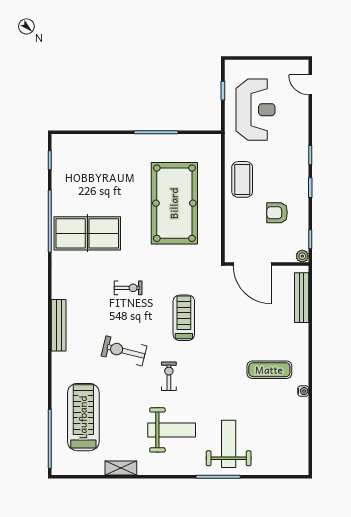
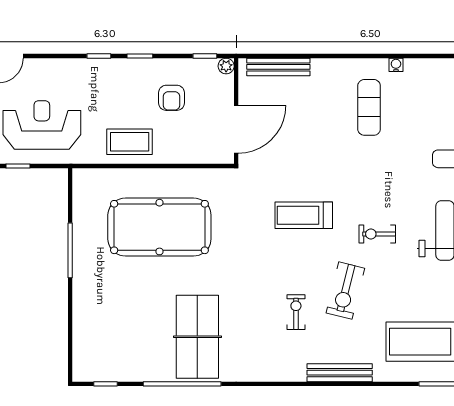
exercise bike: (128, 288) -> (296, 312), moved
bench: (59, 325) -> (340, 373), moved

